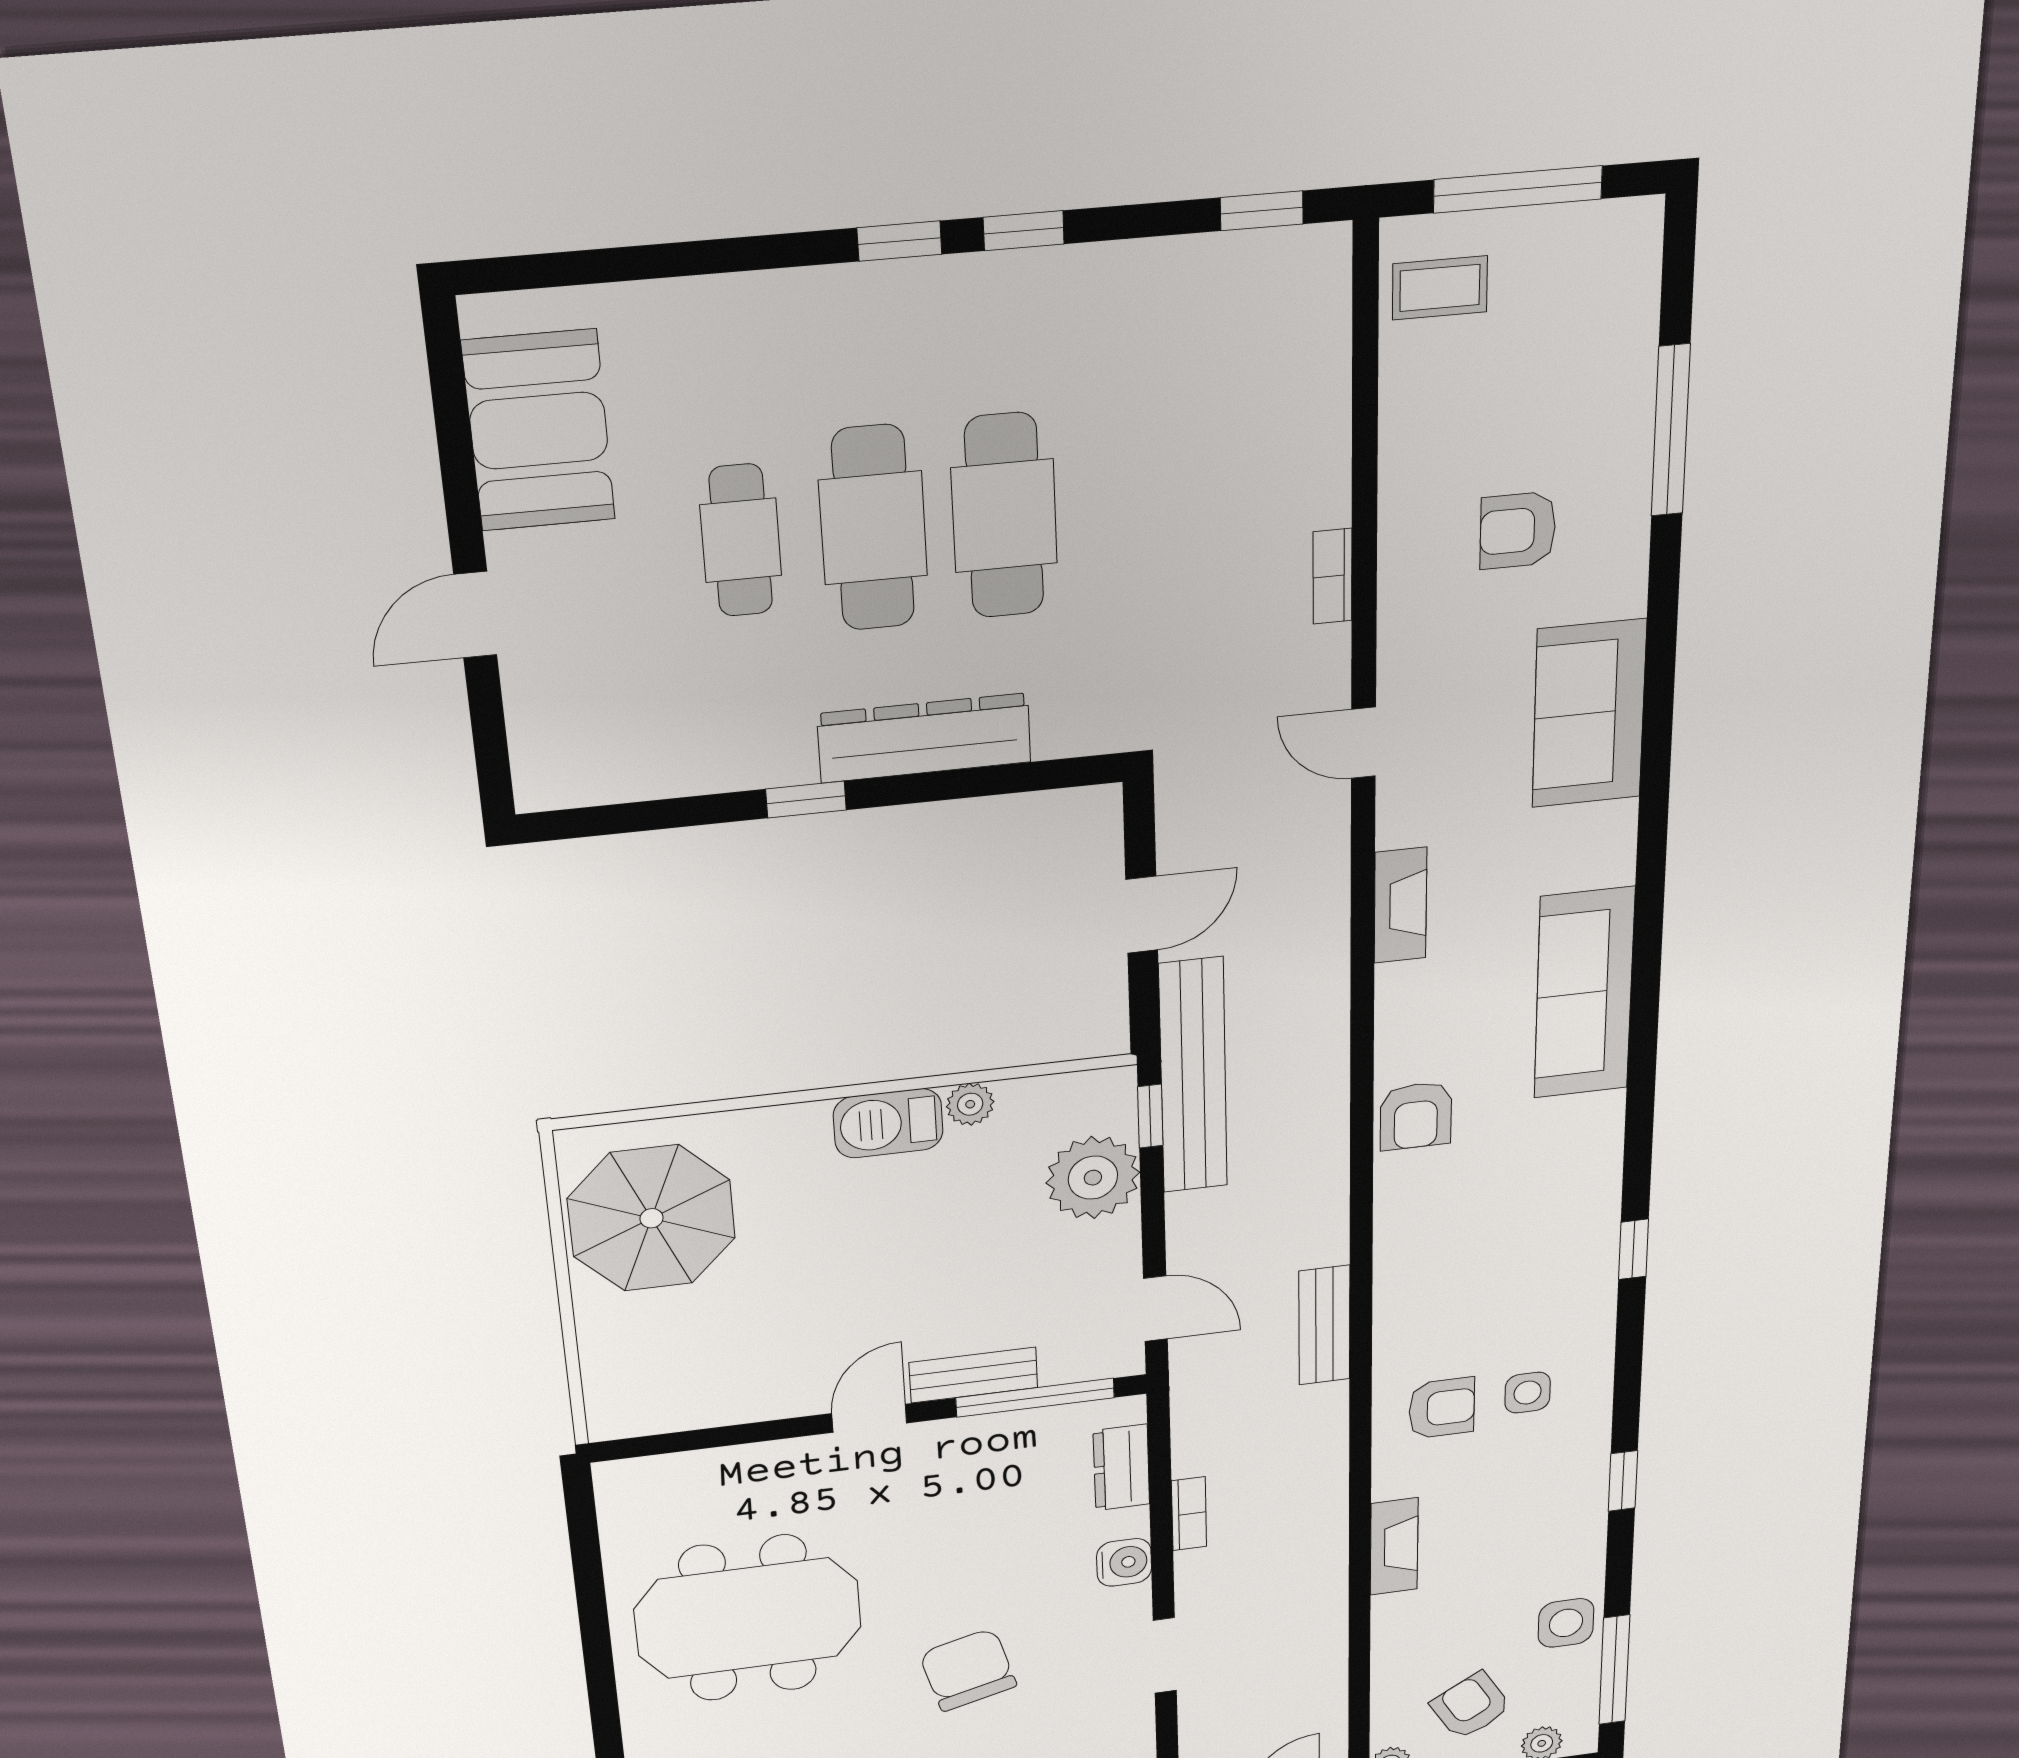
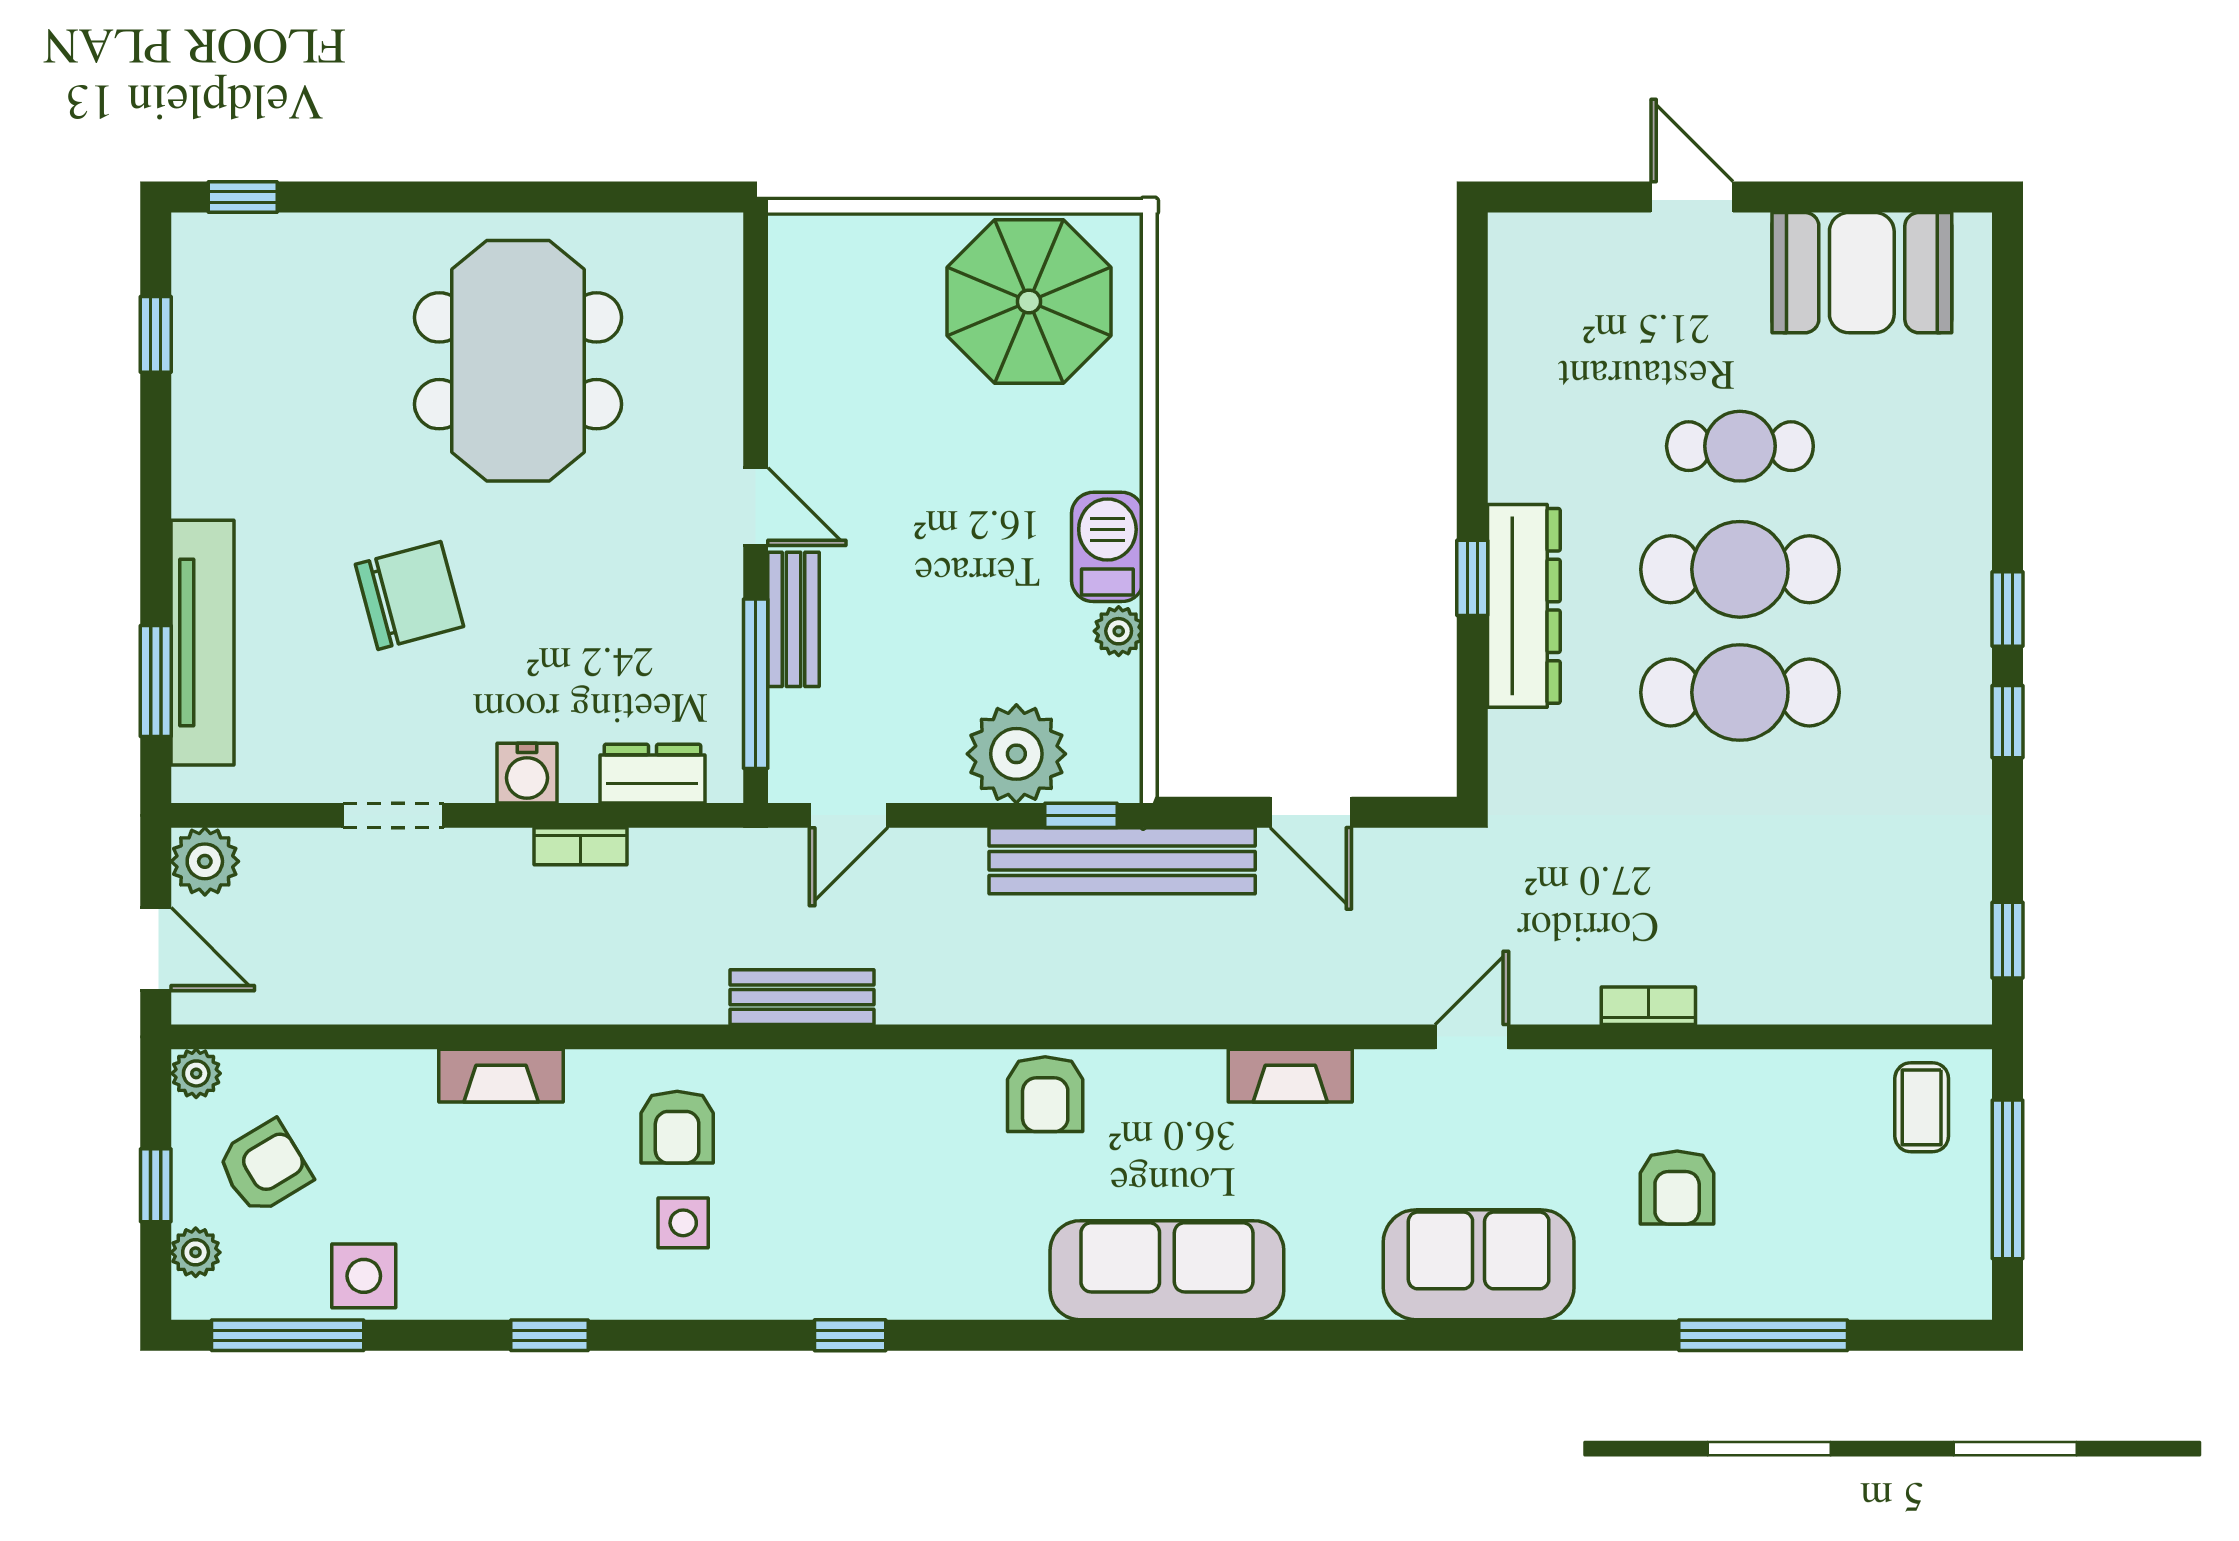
armchair: (1518, 530) -> (1677, 1187), turned 180
window: (806, 800) -> (1472, 578), moved
armchair: (1416, 1116) -> (1045, 1094), turned -90

